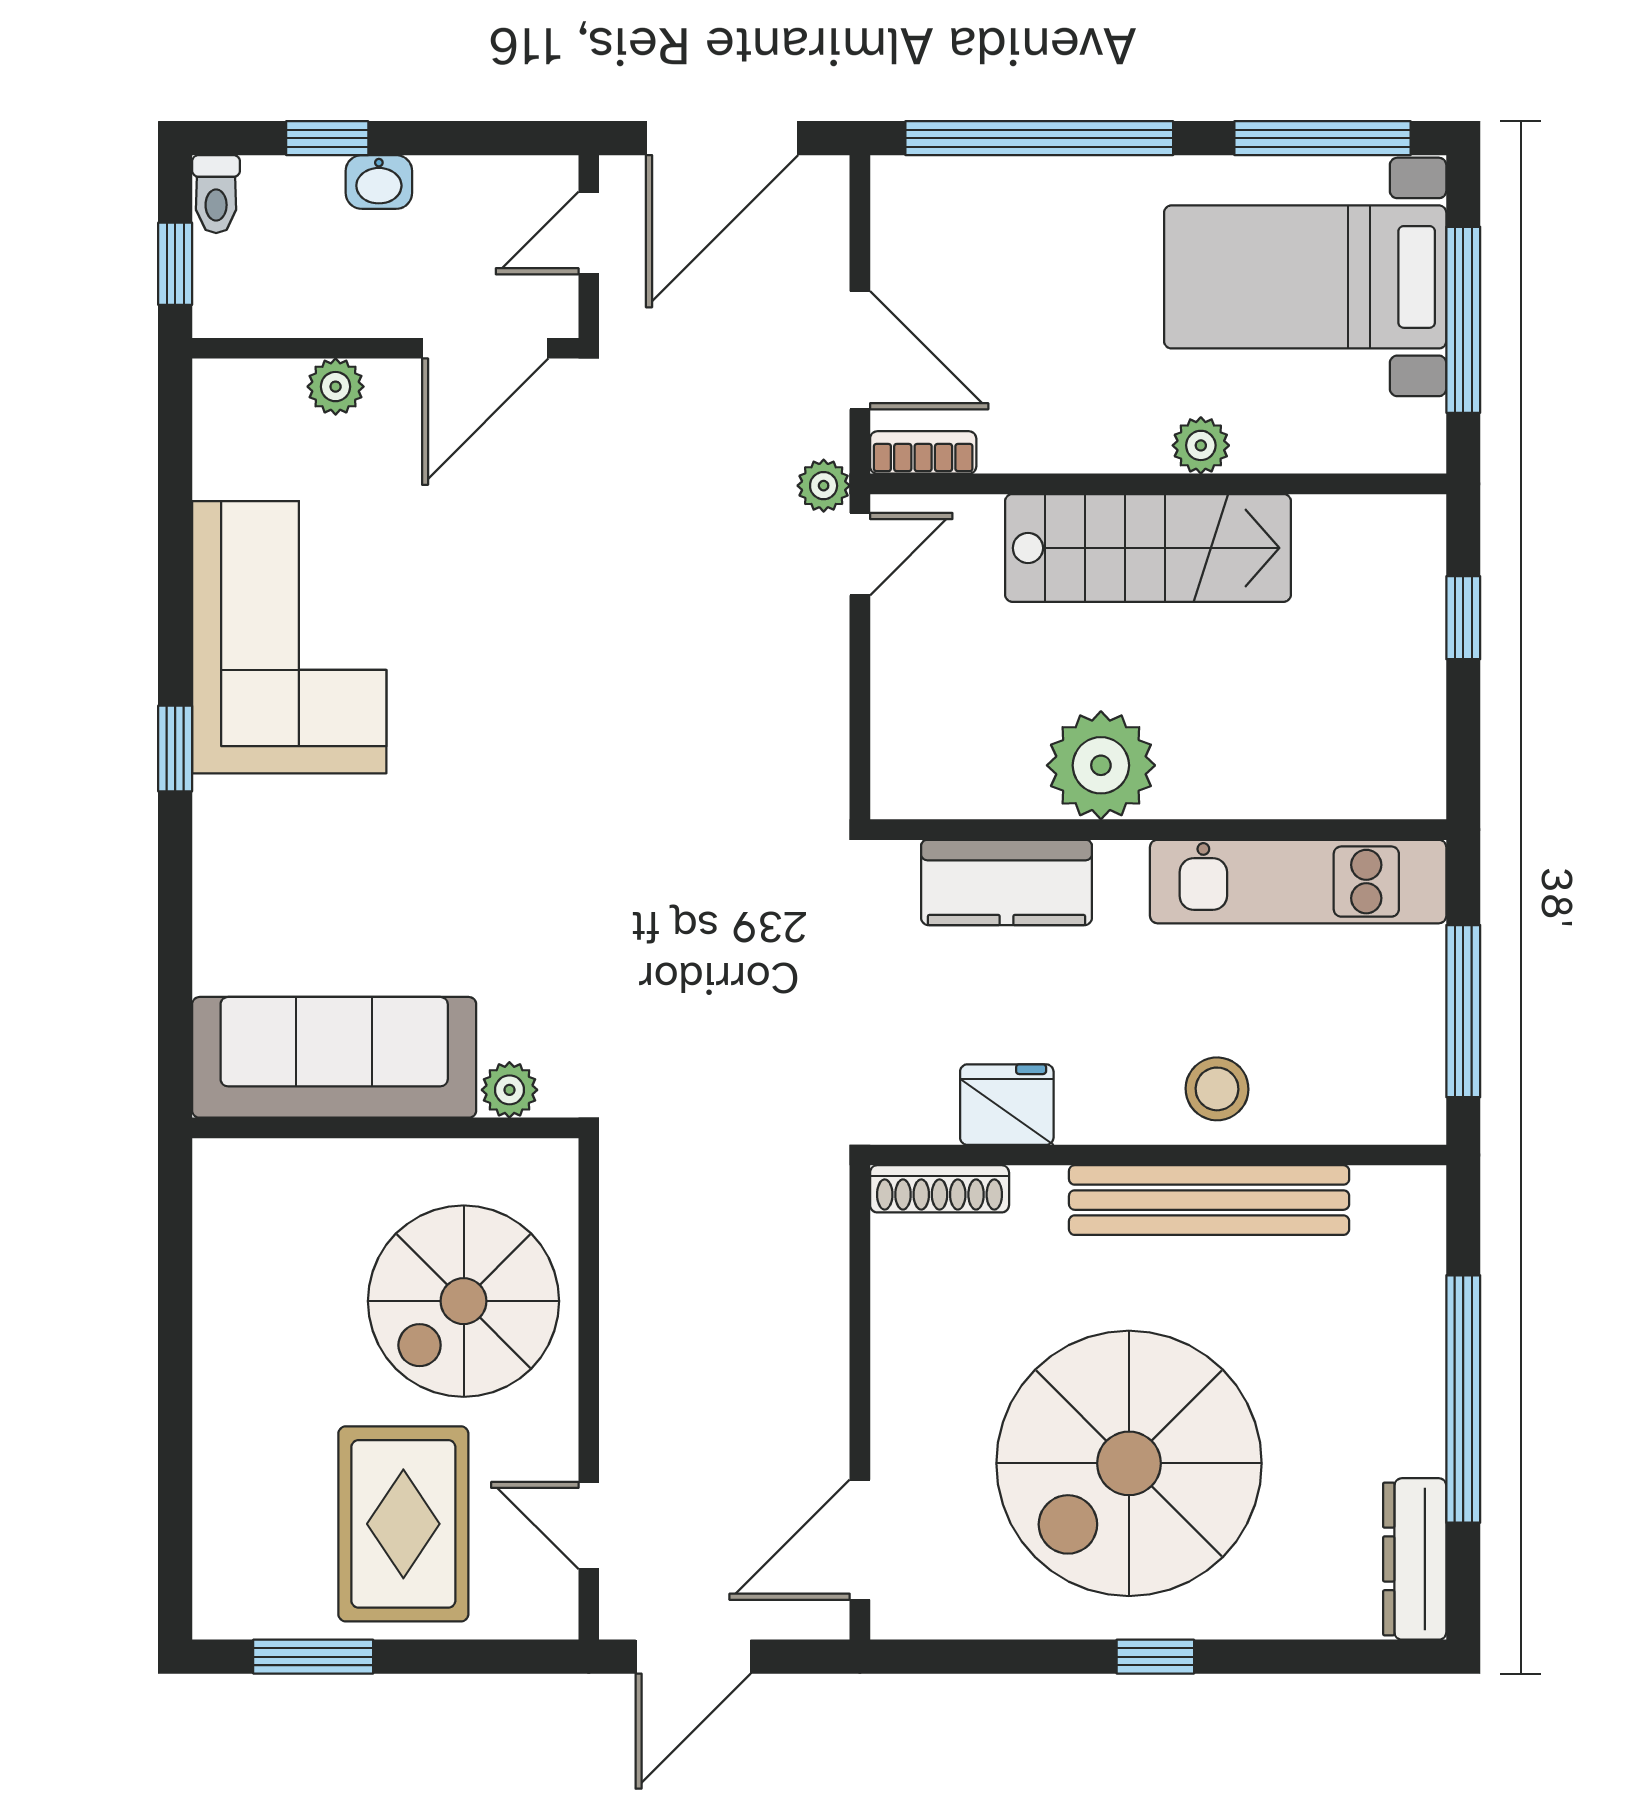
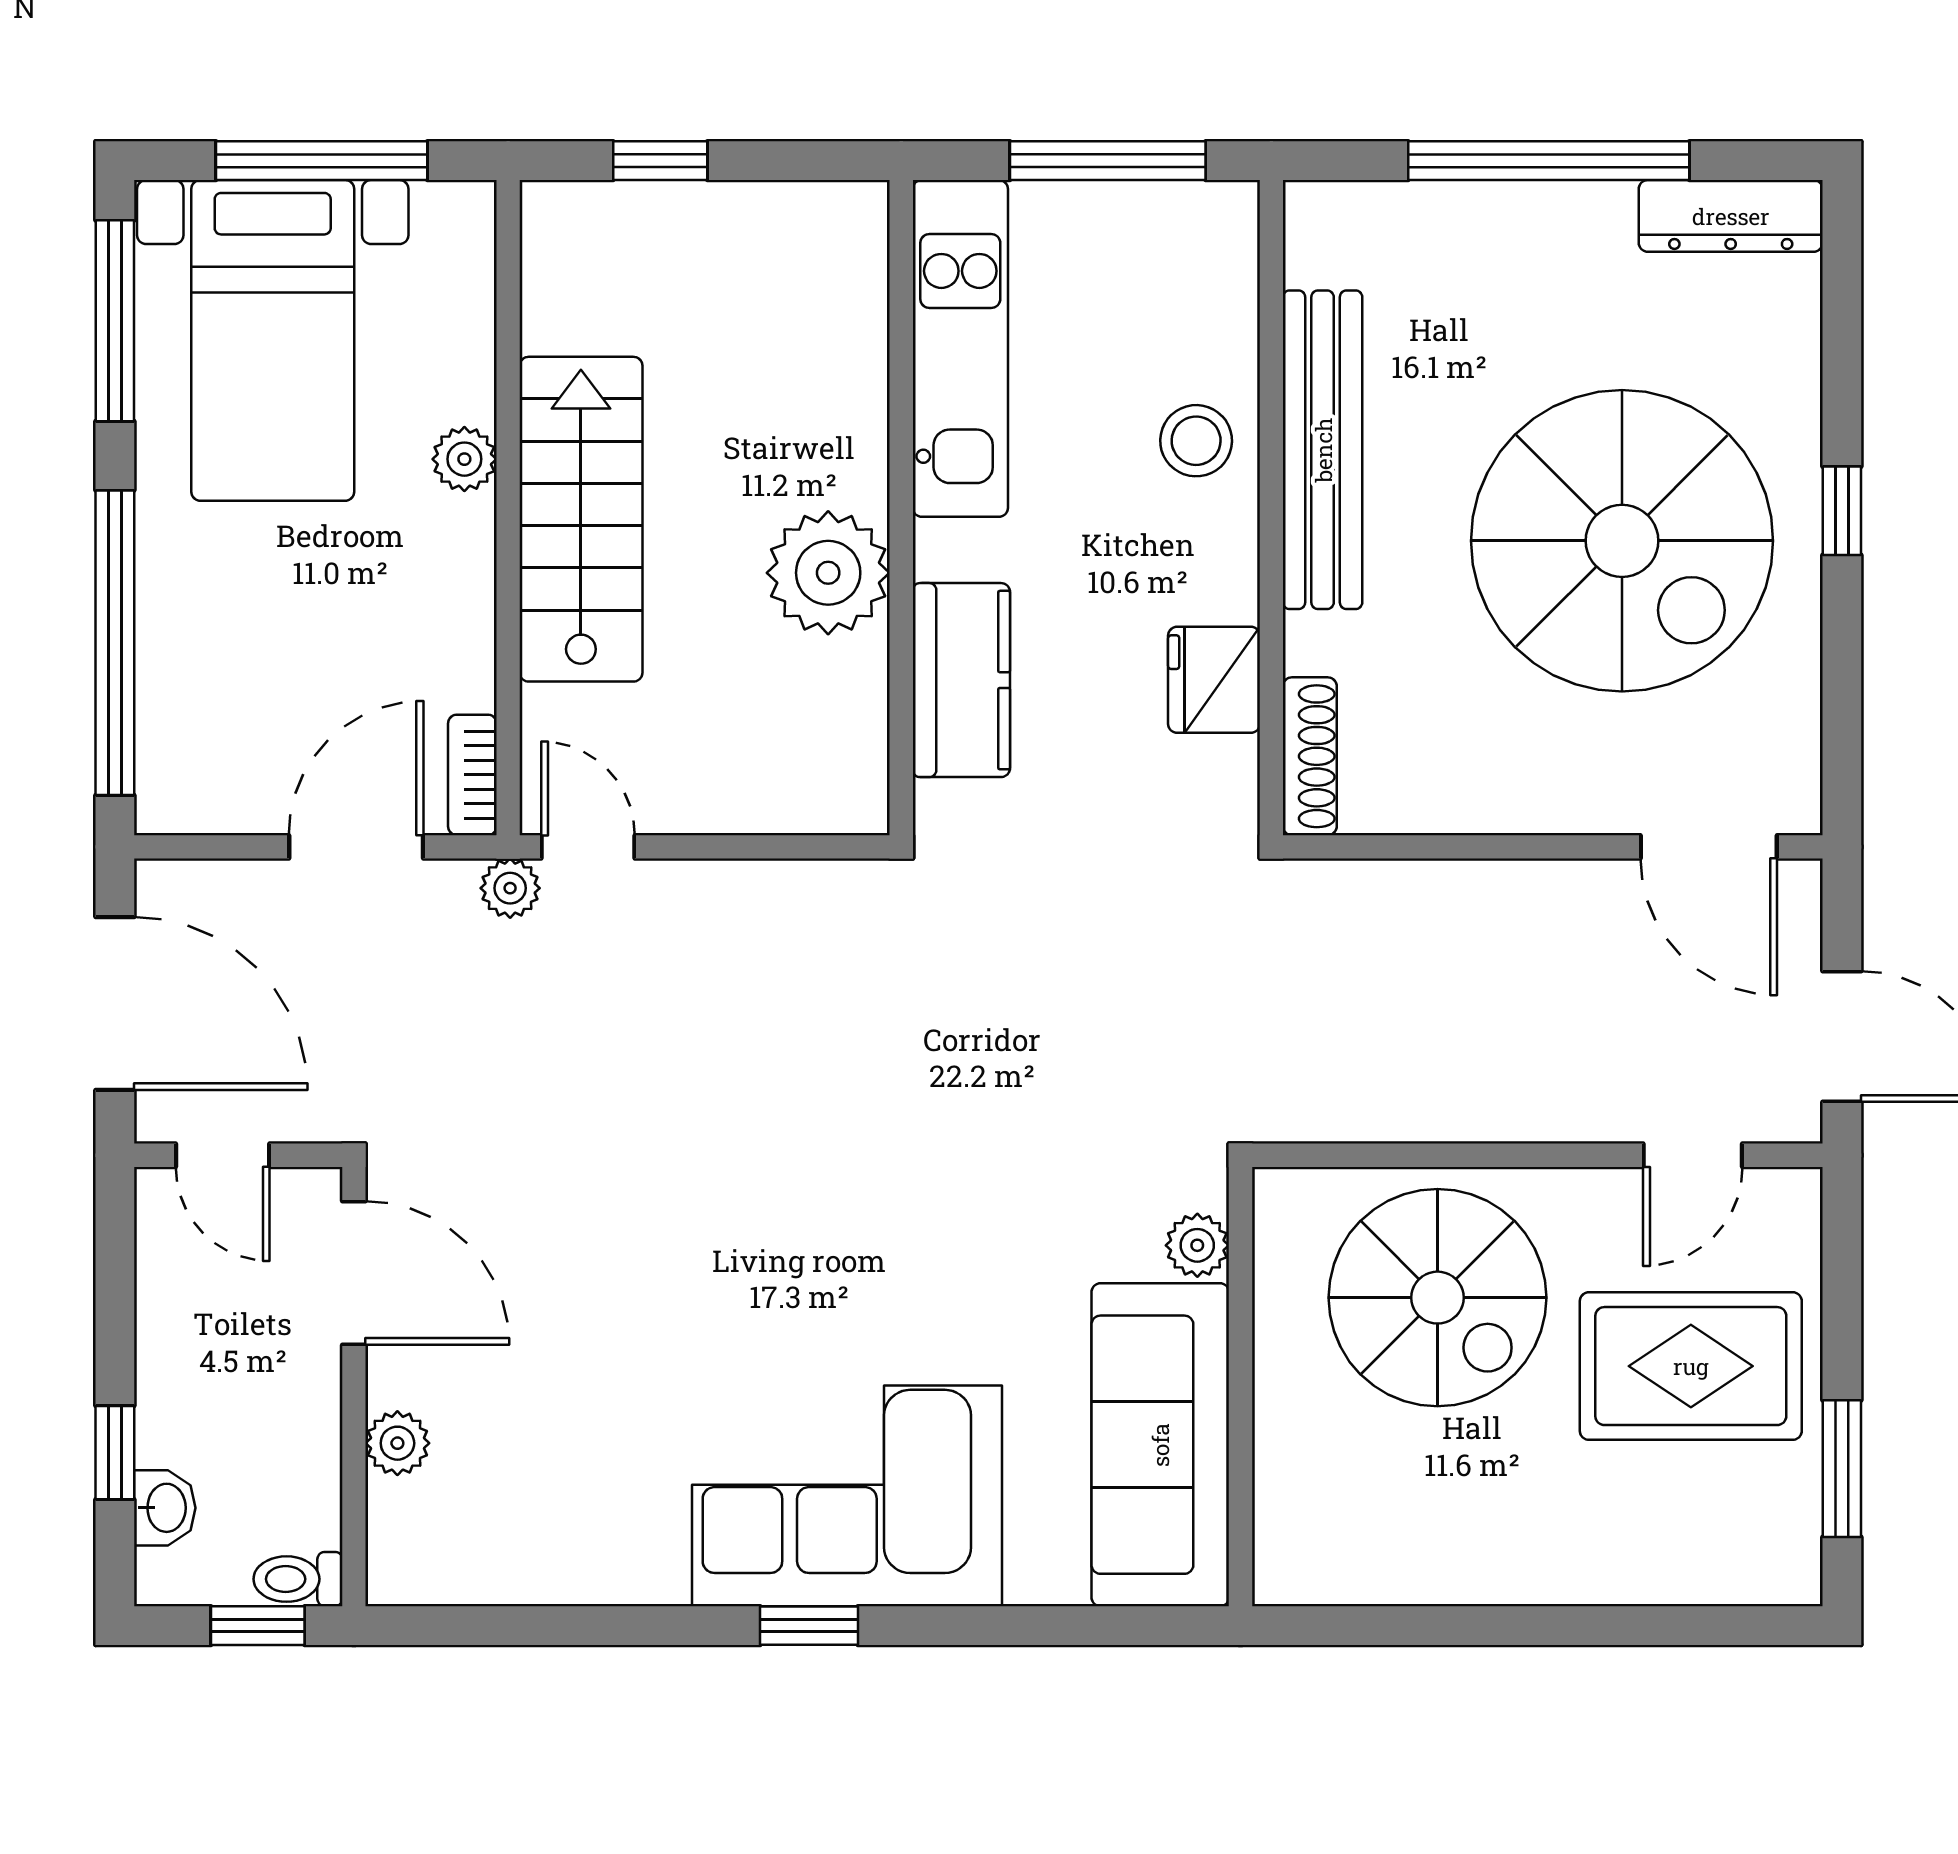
washbasin: (379, 182) -> (165, 1508), moved
toilet: (216, 194) -> (298, 1579), moved, turned 180
corner sofa: (289, 637) -> (847, 1496), moved

